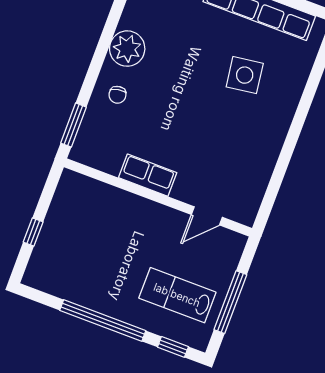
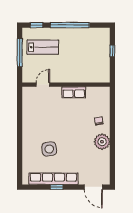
window: (73, 125) -> (112, 102), removed

